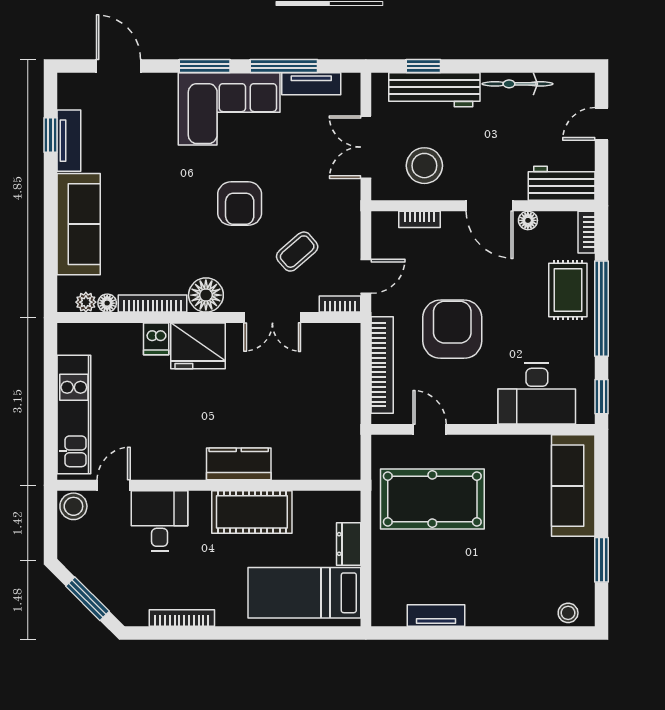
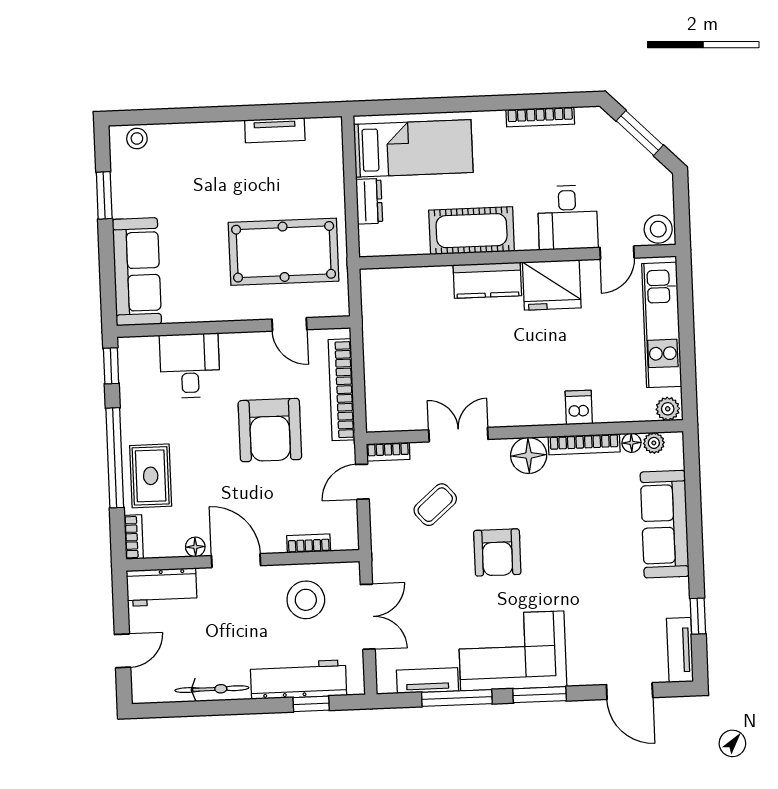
tv unit: (69, 141) -> (680, 650), moved
armchair: (240, 204) -> (497, 552), turned 180
plant: (71, 334) -> (668, 409), added
fridge: (198, 346) -> (552, 285), moved, turned 180
desk: (537, 394) -> (190, 366), width x0.73

